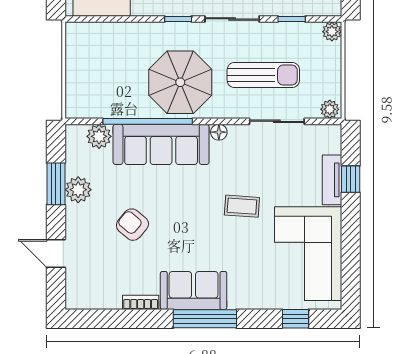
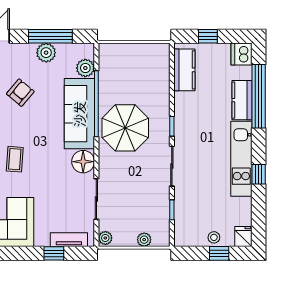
plant: (332, 32) -> (144, 240), moved
sun lounger: (263, 75) -> (131, 189), removed
floor lamp: (219, 132) -> (83, 162), width x1.89, depth x1.89
tv unit: (332, 180) -> (69, 240), moved
window: (56, 184) -> (50, 36), width x1.44
coffee table: (242, 206) -> (15, 159), moved

